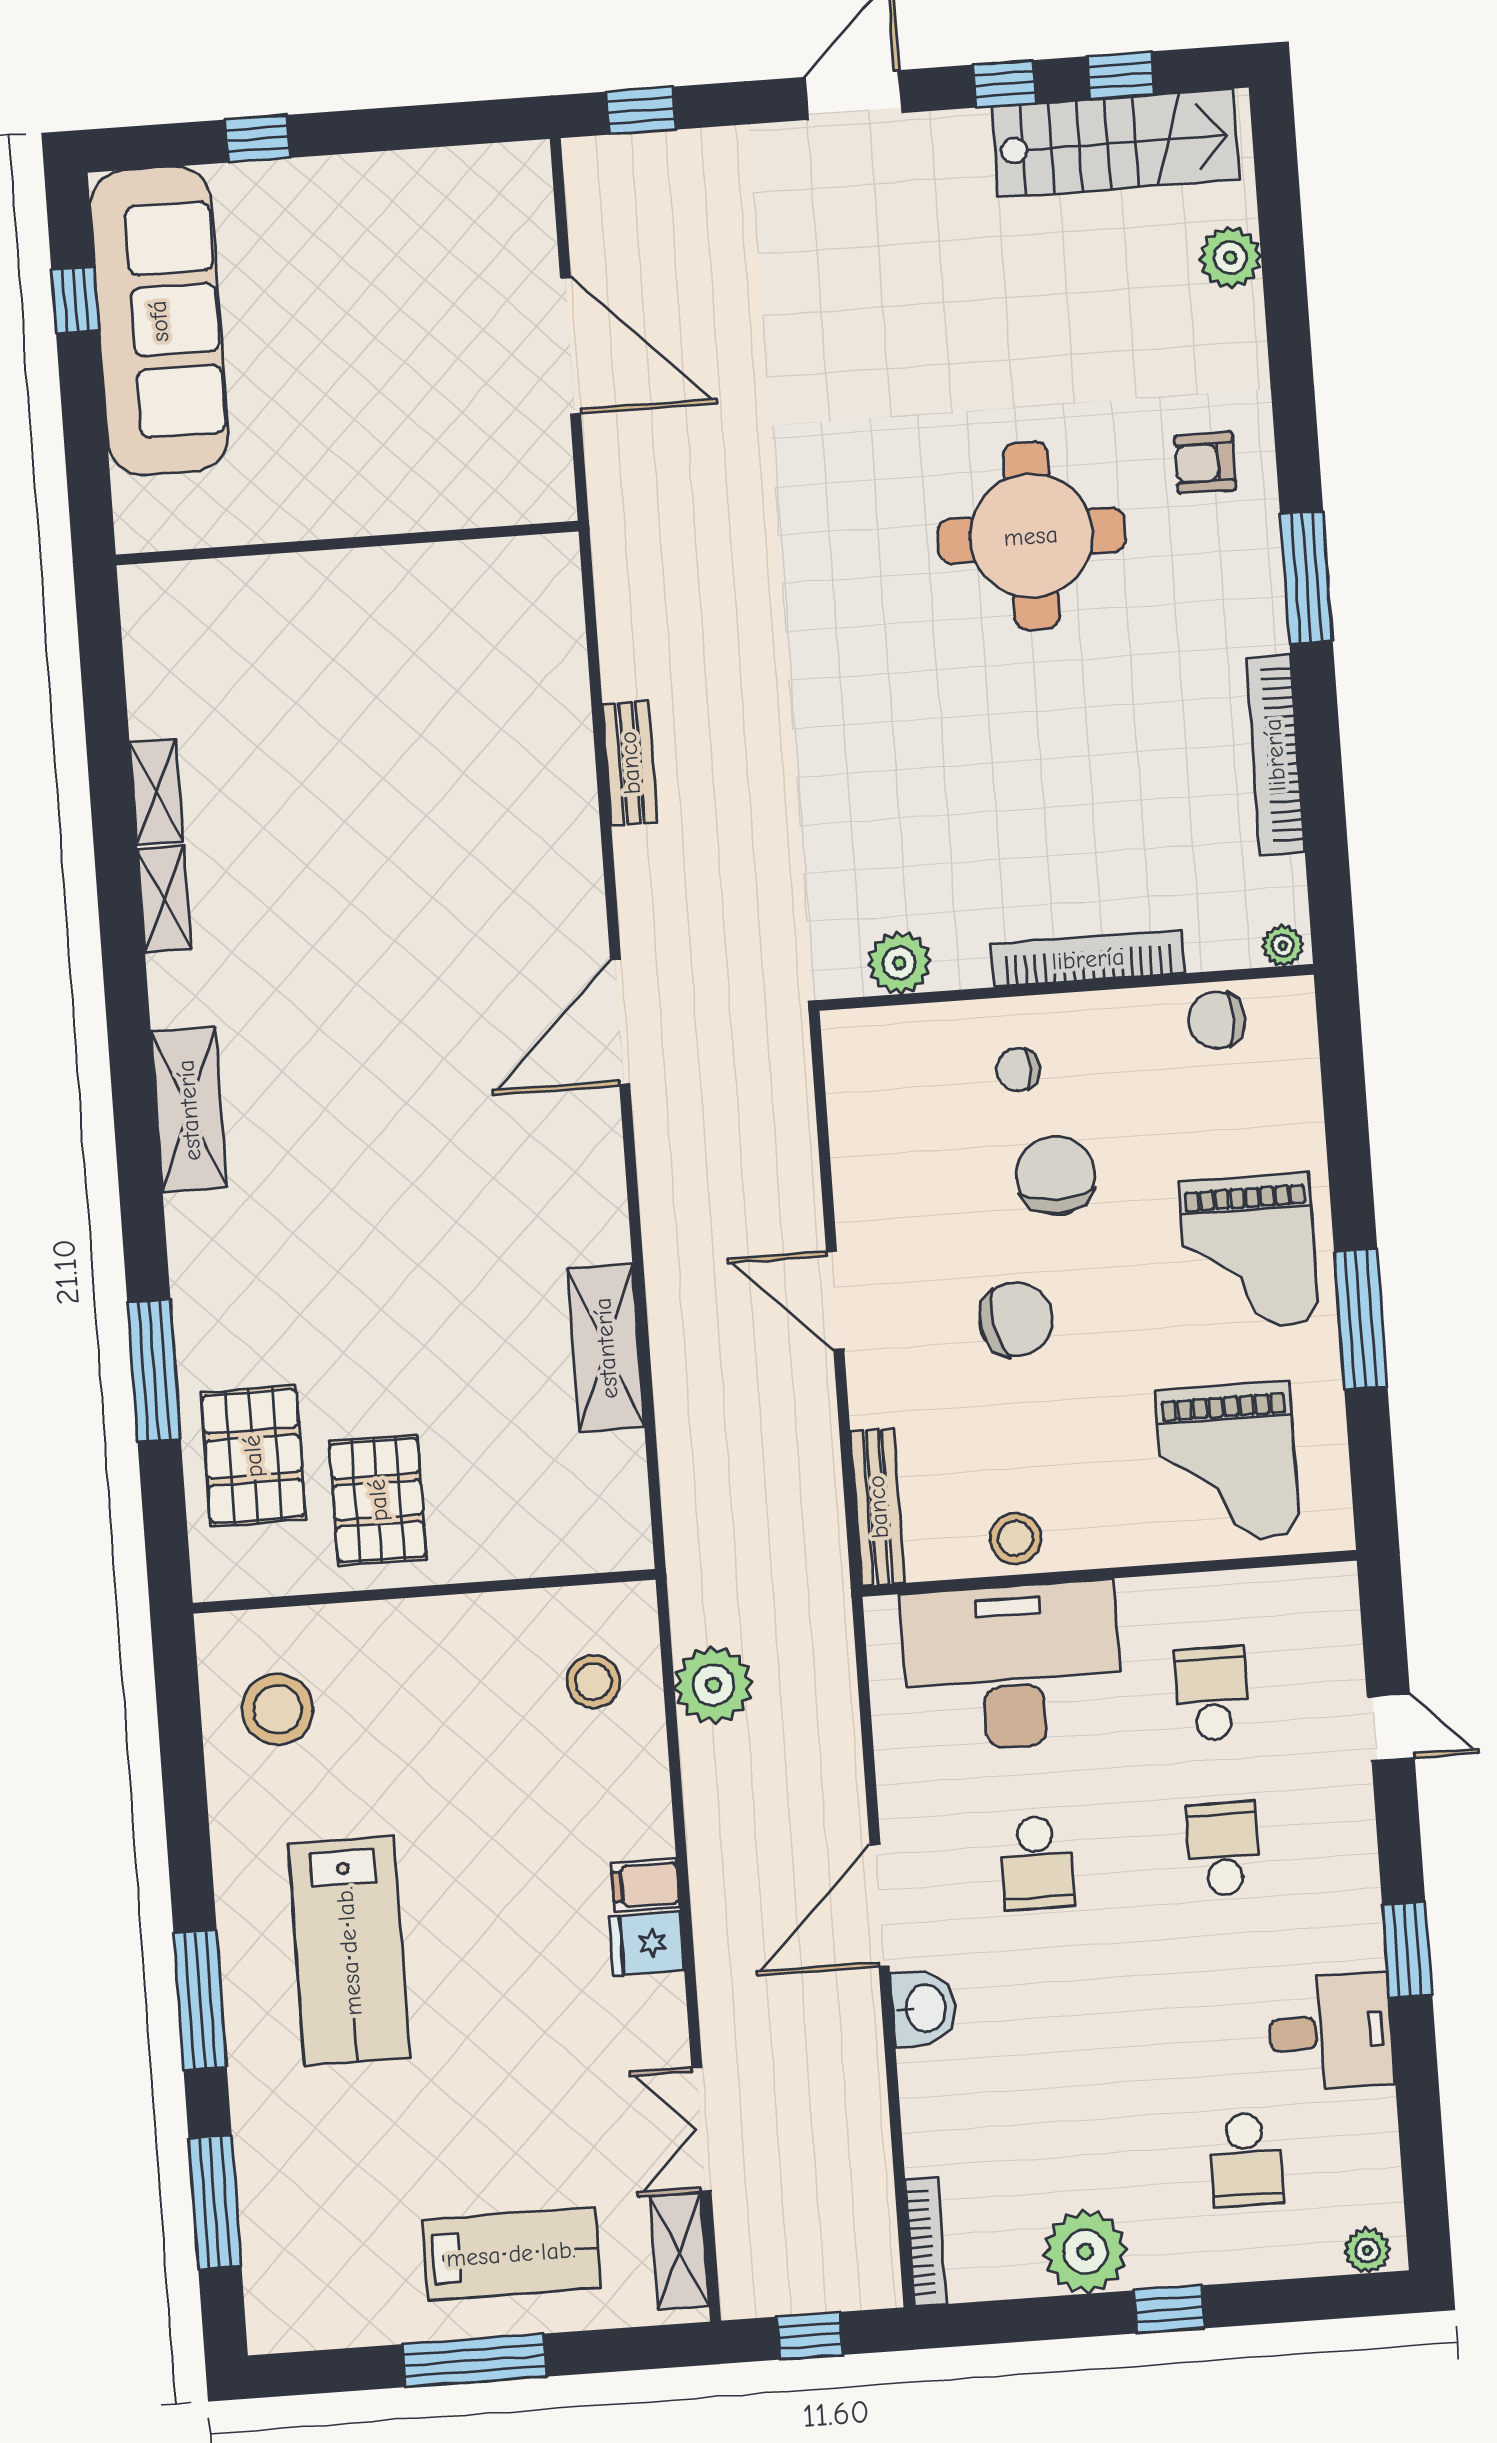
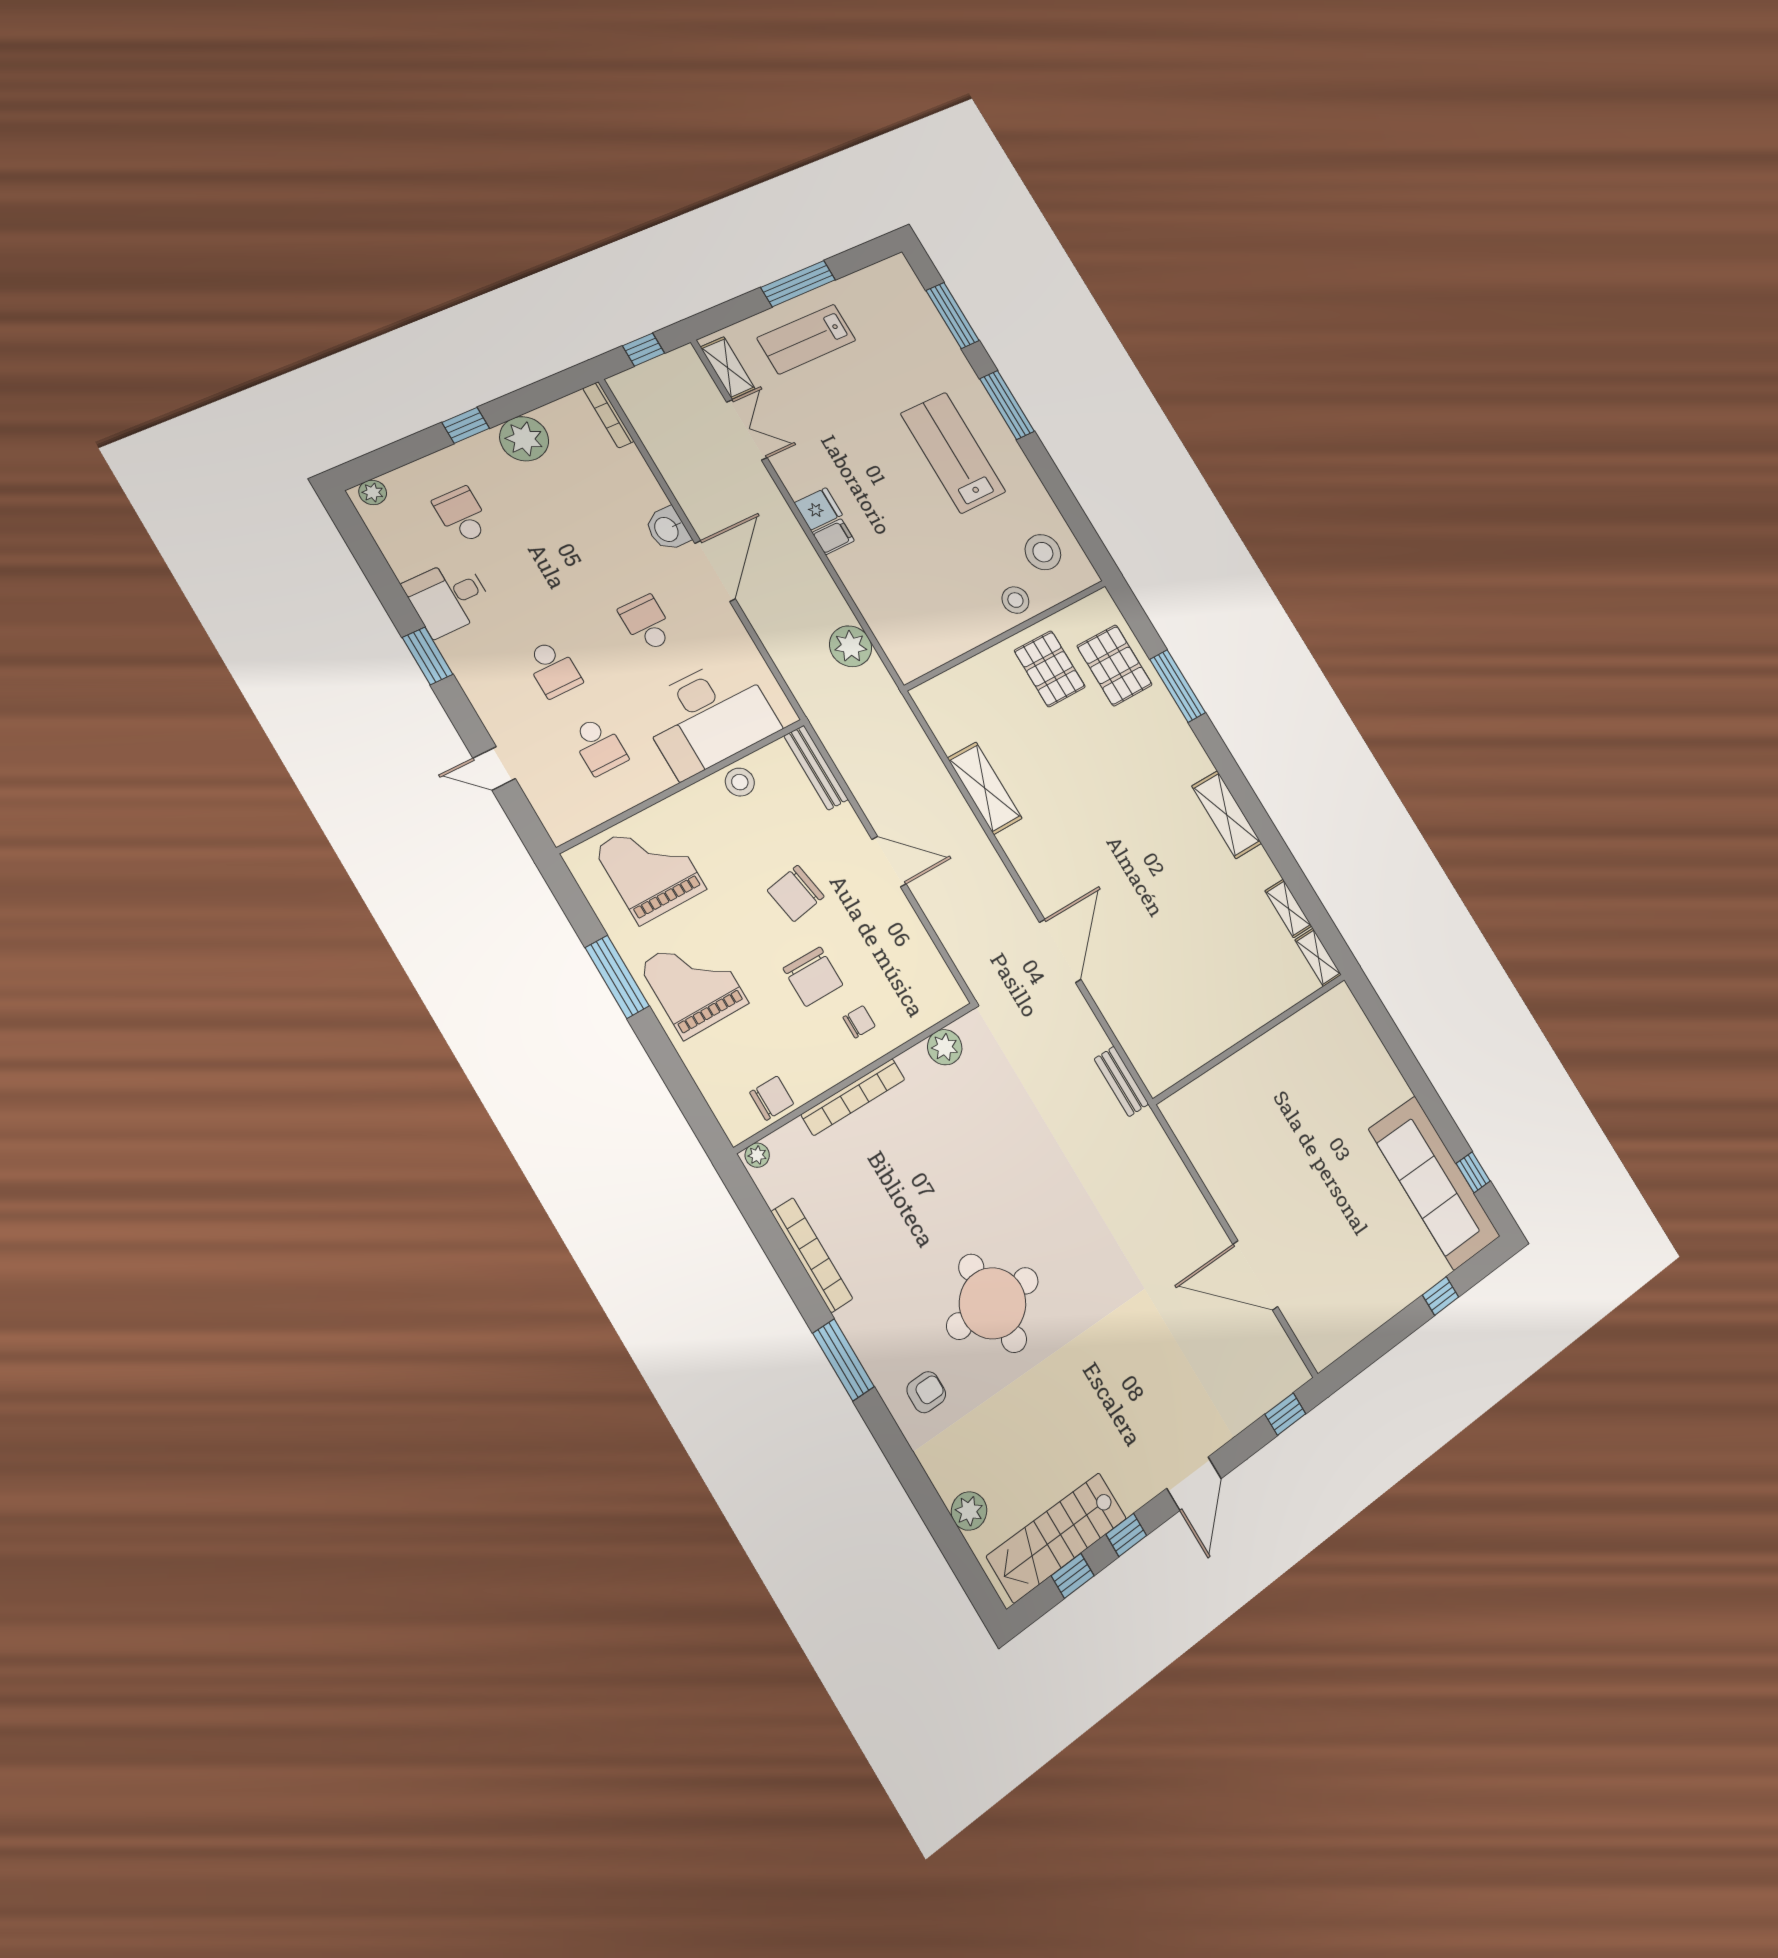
wall: (347, 543) -> (1251, 1038), moved
stool: (593, 1682) -> (1015, 600), moved

